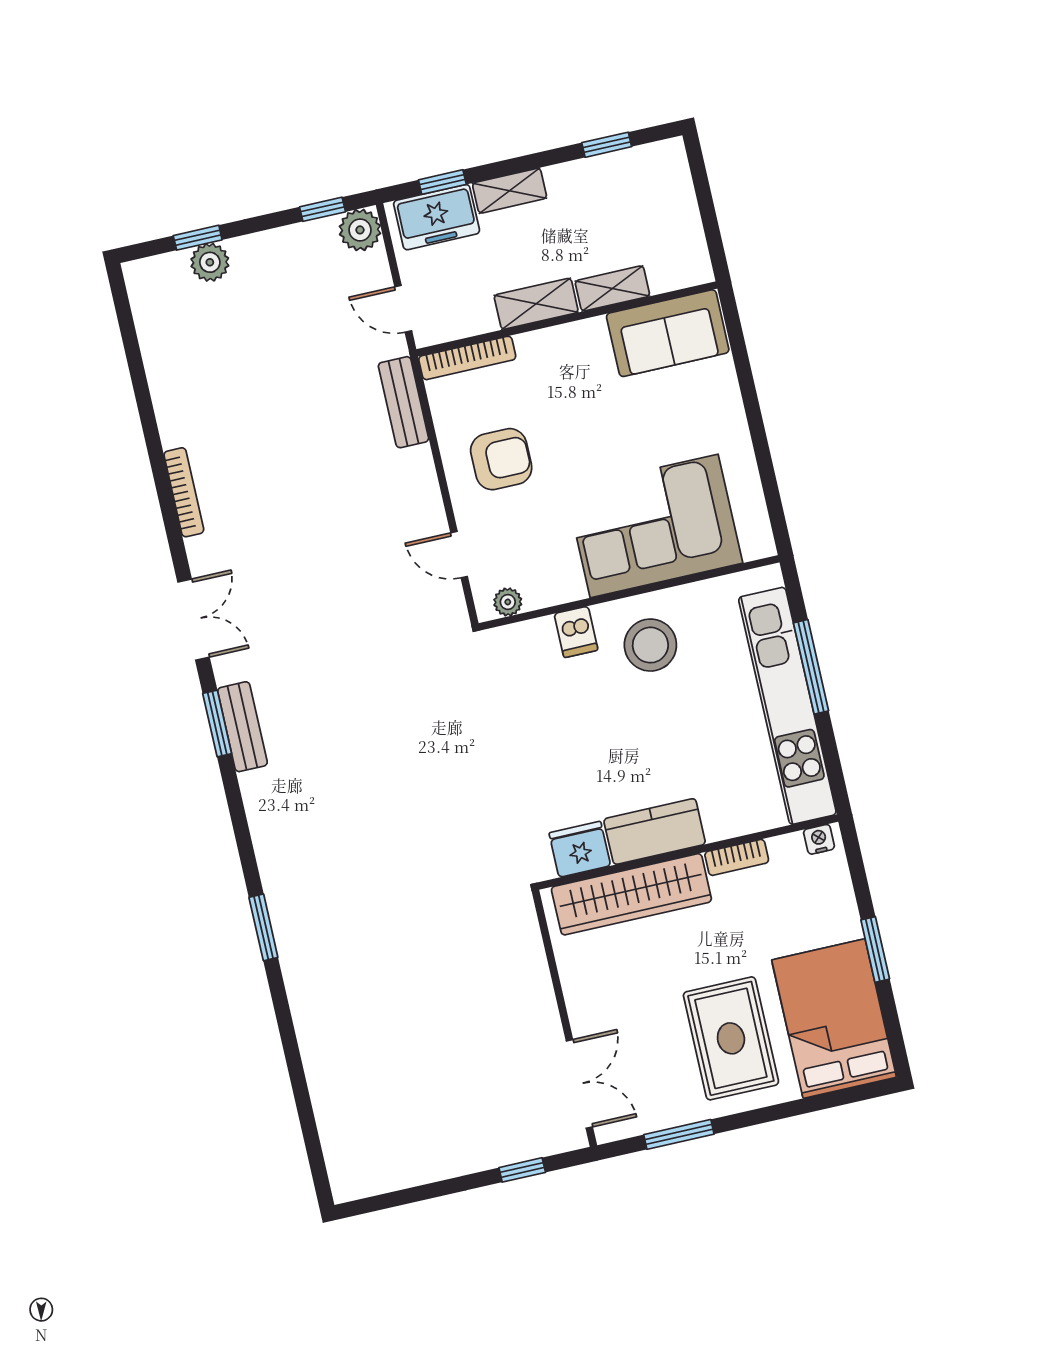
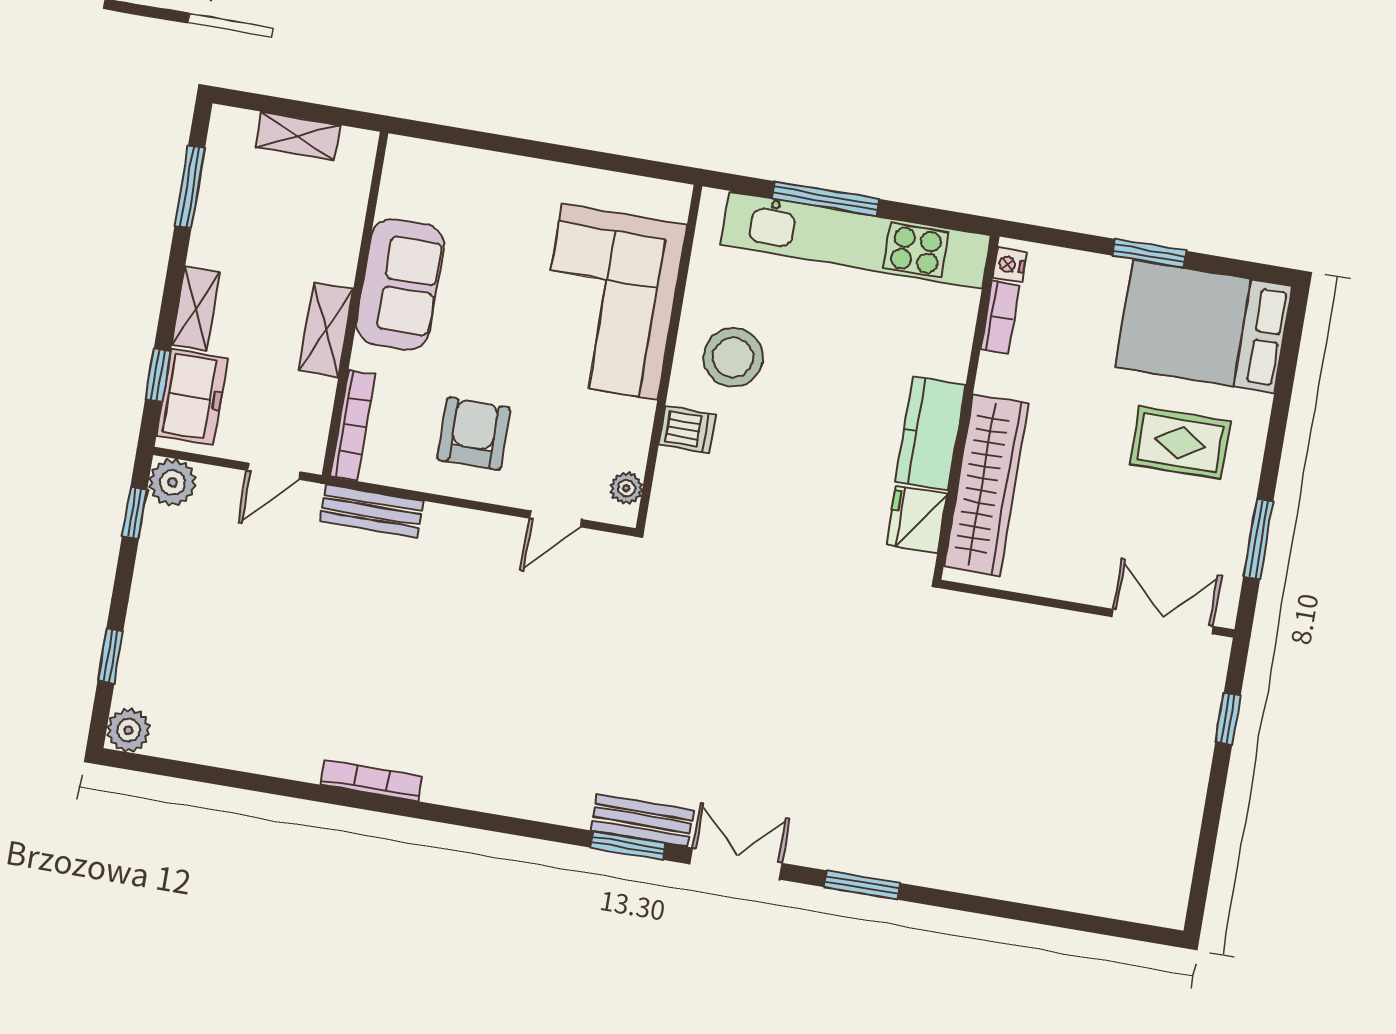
window: (607, 145) -> (190, 187), width x1.50
plant: (210, 262) -> (129, 730), moved
shelving: (612, 288) -> (298, 136), moved, turned 90
sofa: (668, 333) -> (400, 284), moved
double door: (194, 620) -> (736, 864), moved
bookcase: (737, 857) -> (1000, 317), moved
rug: (731, 1038) -> (1180, 443), width x0.73, depth x0.70

